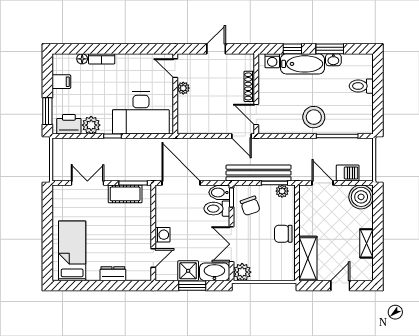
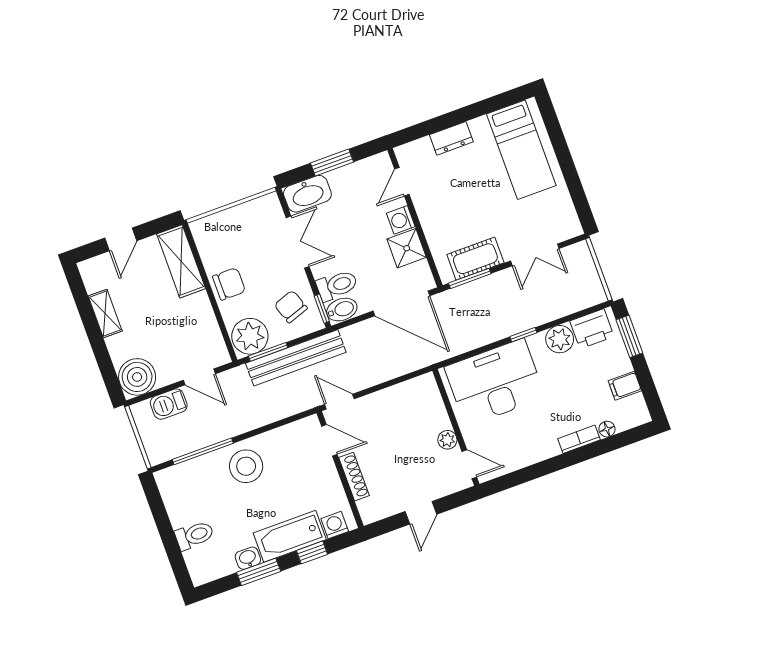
plant: (282, 191) -> (250, 336), width x1.88, depth x1.88
shower: (188, 271) -> (407, 248), moved
plant: (242, 272) -> (268, 208), removed

